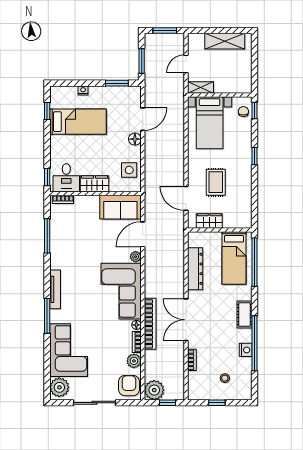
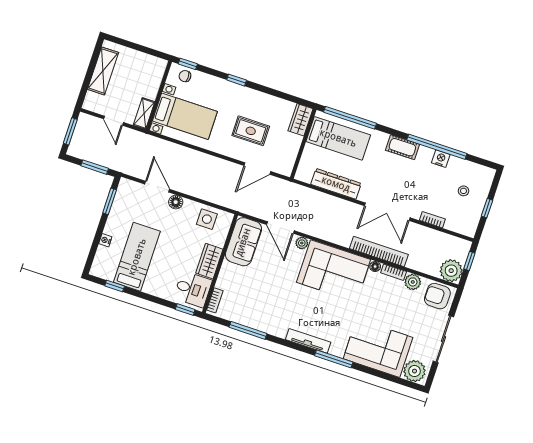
wardrobe: (209, 221) -> (300, 120), moved

